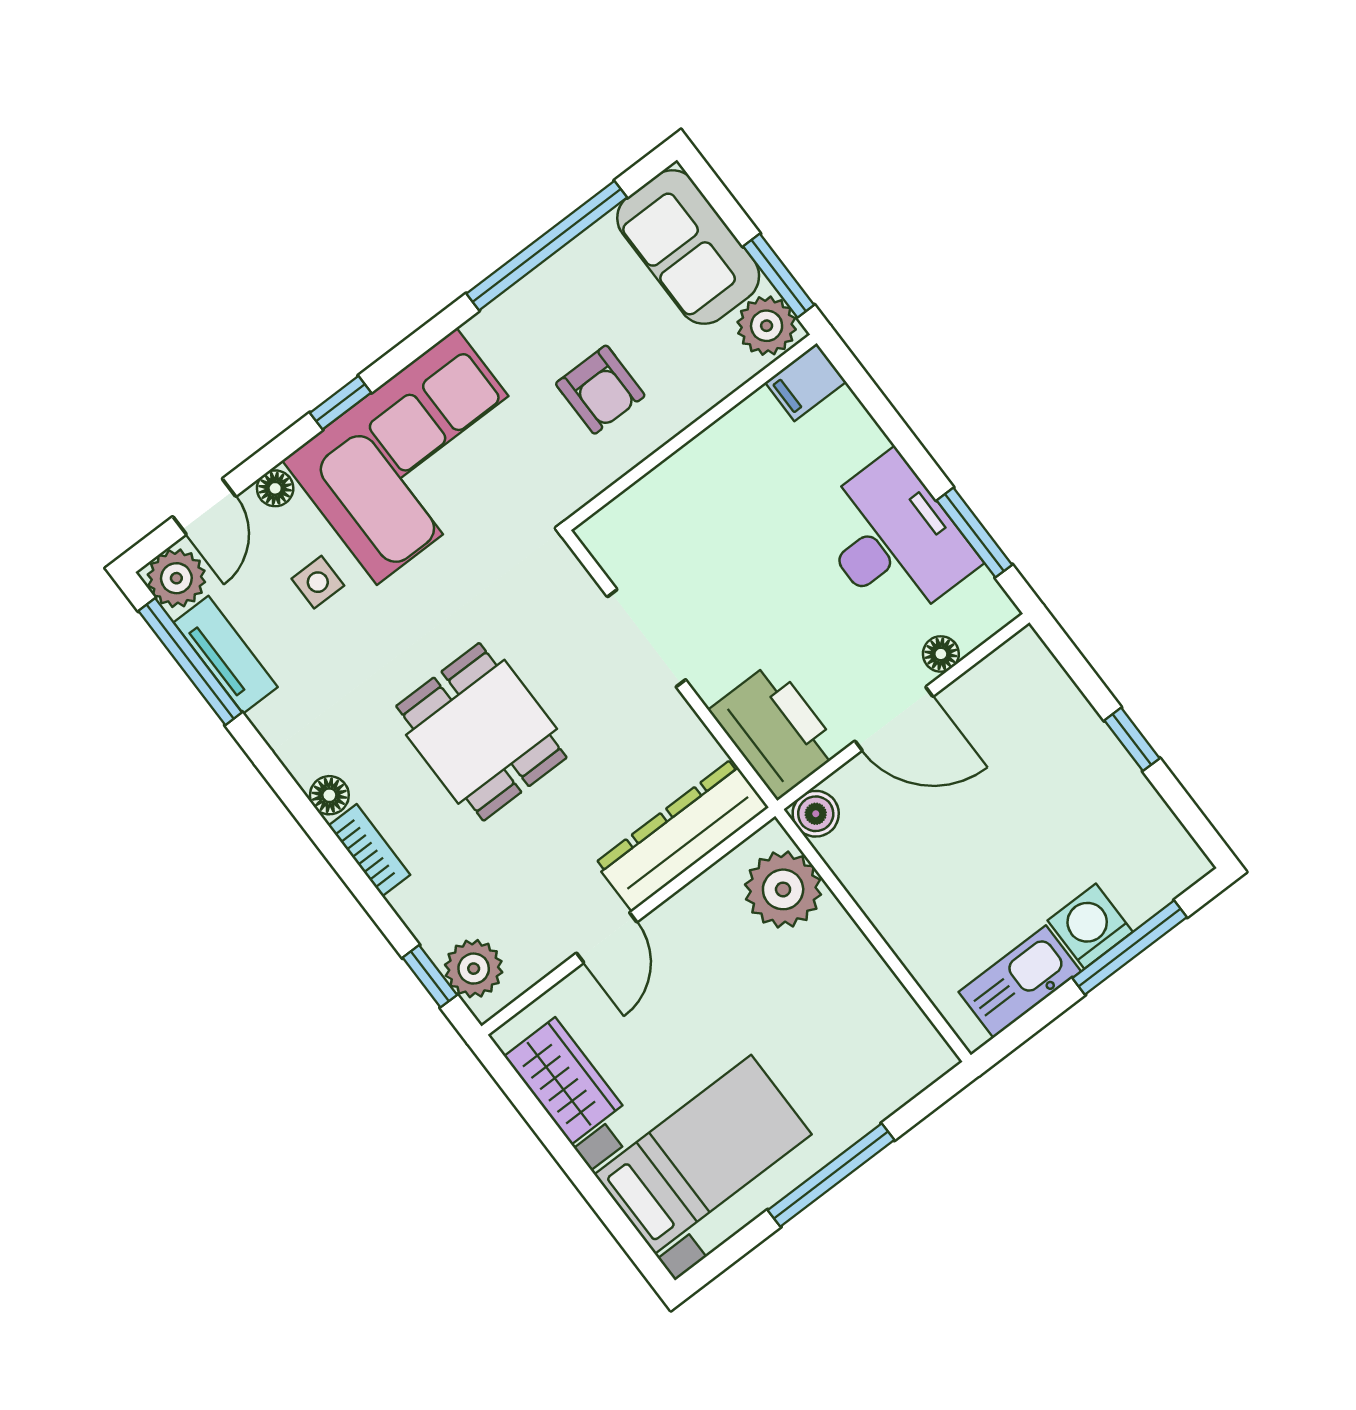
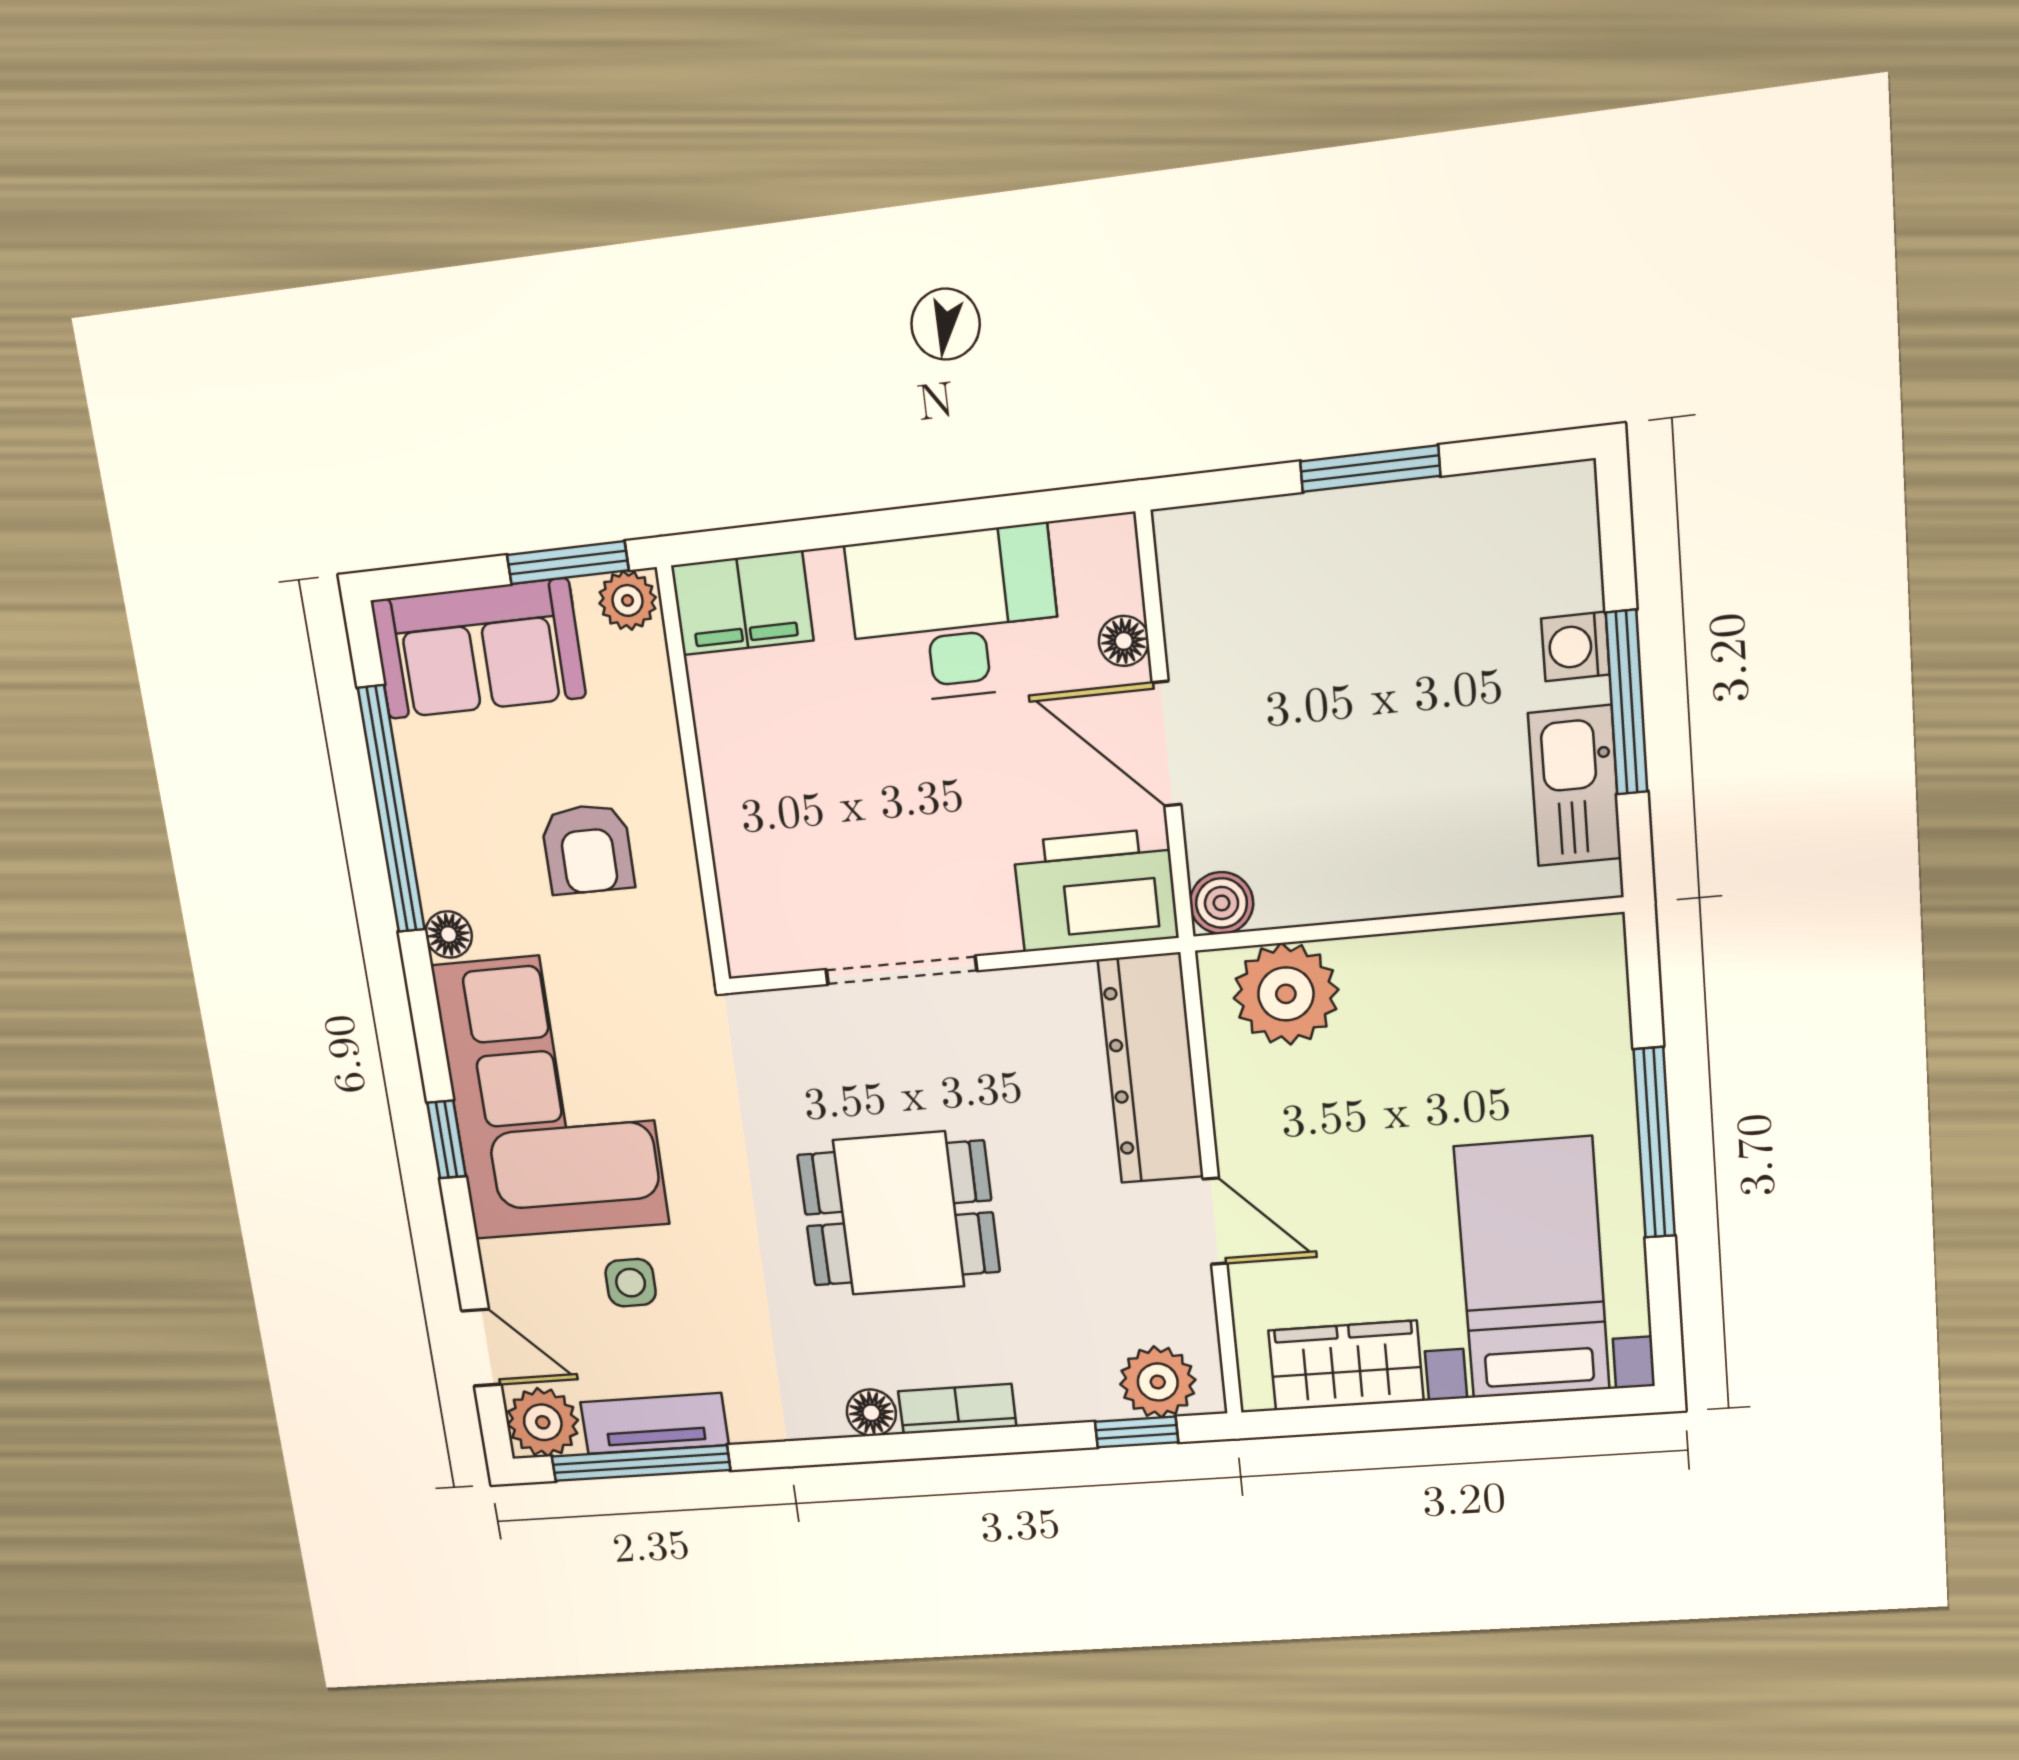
plant: (767, 326) -> (627, 600), width x0.73, depth x0.73
filing cabinet: (806, 382) -> (742, 603), width x2.00
armchair: (600, 390) -> (588, 849), turned 90
floor lamp: (275, 488) -> (449, 935), moved
window: (974, 533) -> (1003, 512), removed
door: (894, 719) -> (1167, 744), swing flipped
window: (1132, 739) -> (1370, 469), width x1.50
washing machine: (1090, 926) -> (1575, 647), width x0.73, depth x0.73
window: (1130, 948) -> (1627, 702), moved

